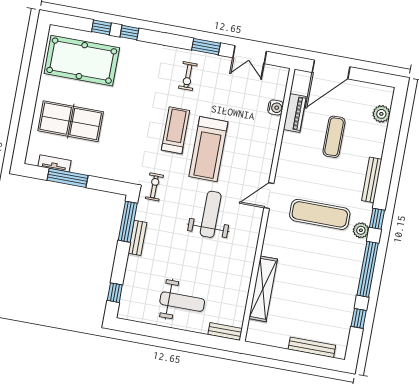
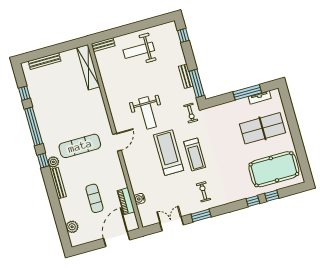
plant: (361, 230) -> (53, 162), moved
shelving: (263, 289) -> (88, 67), moved

